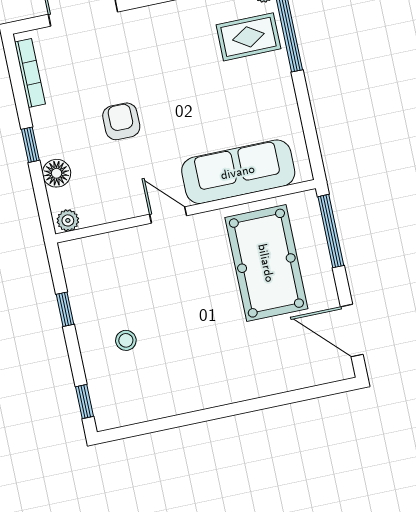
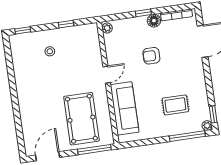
rug: (248, 37) -> (175, 105), moved, turned 90
armchair: (121, 121) -> (151, 56), turned 180
floor lamp: (57, 173) -> (154, 21), moved
pool table: (266, 263) -> (81, 119), turned 90

